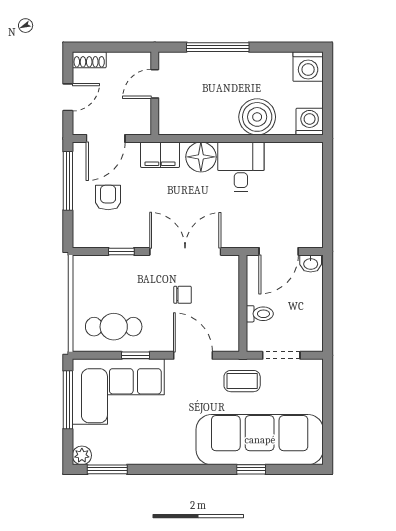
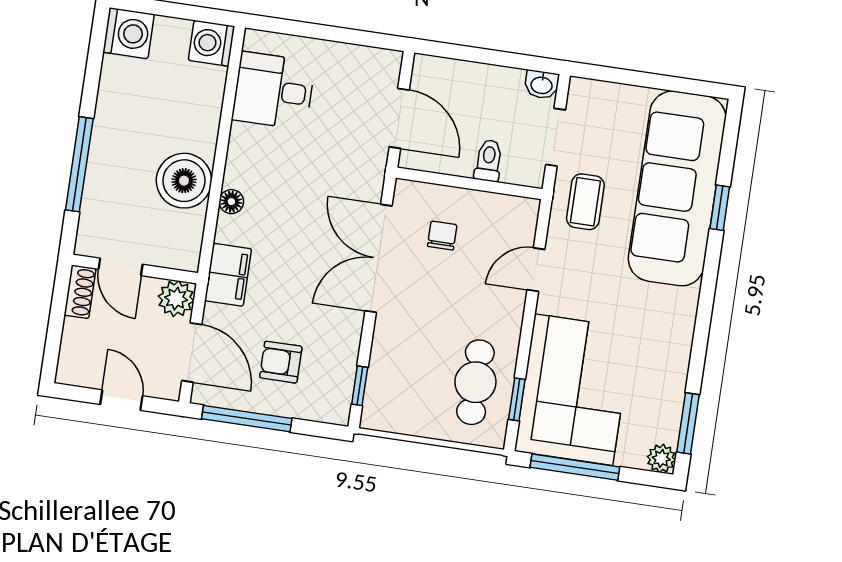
shoe rack: (89, 60) -> (80, 292), moved
boiler: (257, 117) -> (184, 181), moved
plant: (139, 123) -> (176, 299), added
floor lamp: (201, 157) -> (231, 202), width x0.53, depth x0.53
desk: (241, 167) -> (274, 91), moved
window: (121, 251) -> (360, 386), moved
washbasin: (311, 263) -> (542, 85), moved, turned 90
chair: (183, 295) -> (442, 236), moved
window: (136, 355) -> (517, 399), moved
door: (193, 355) -> (536, 270), width x0.73

